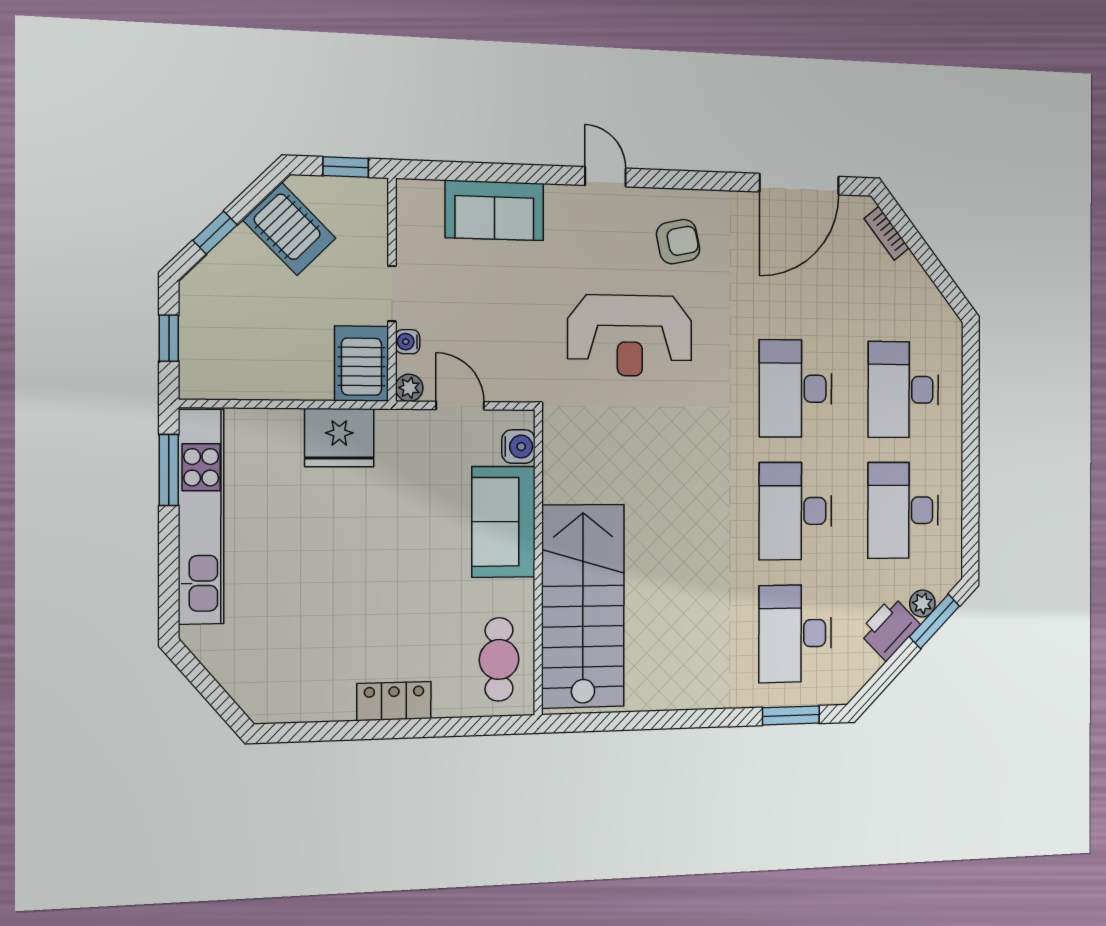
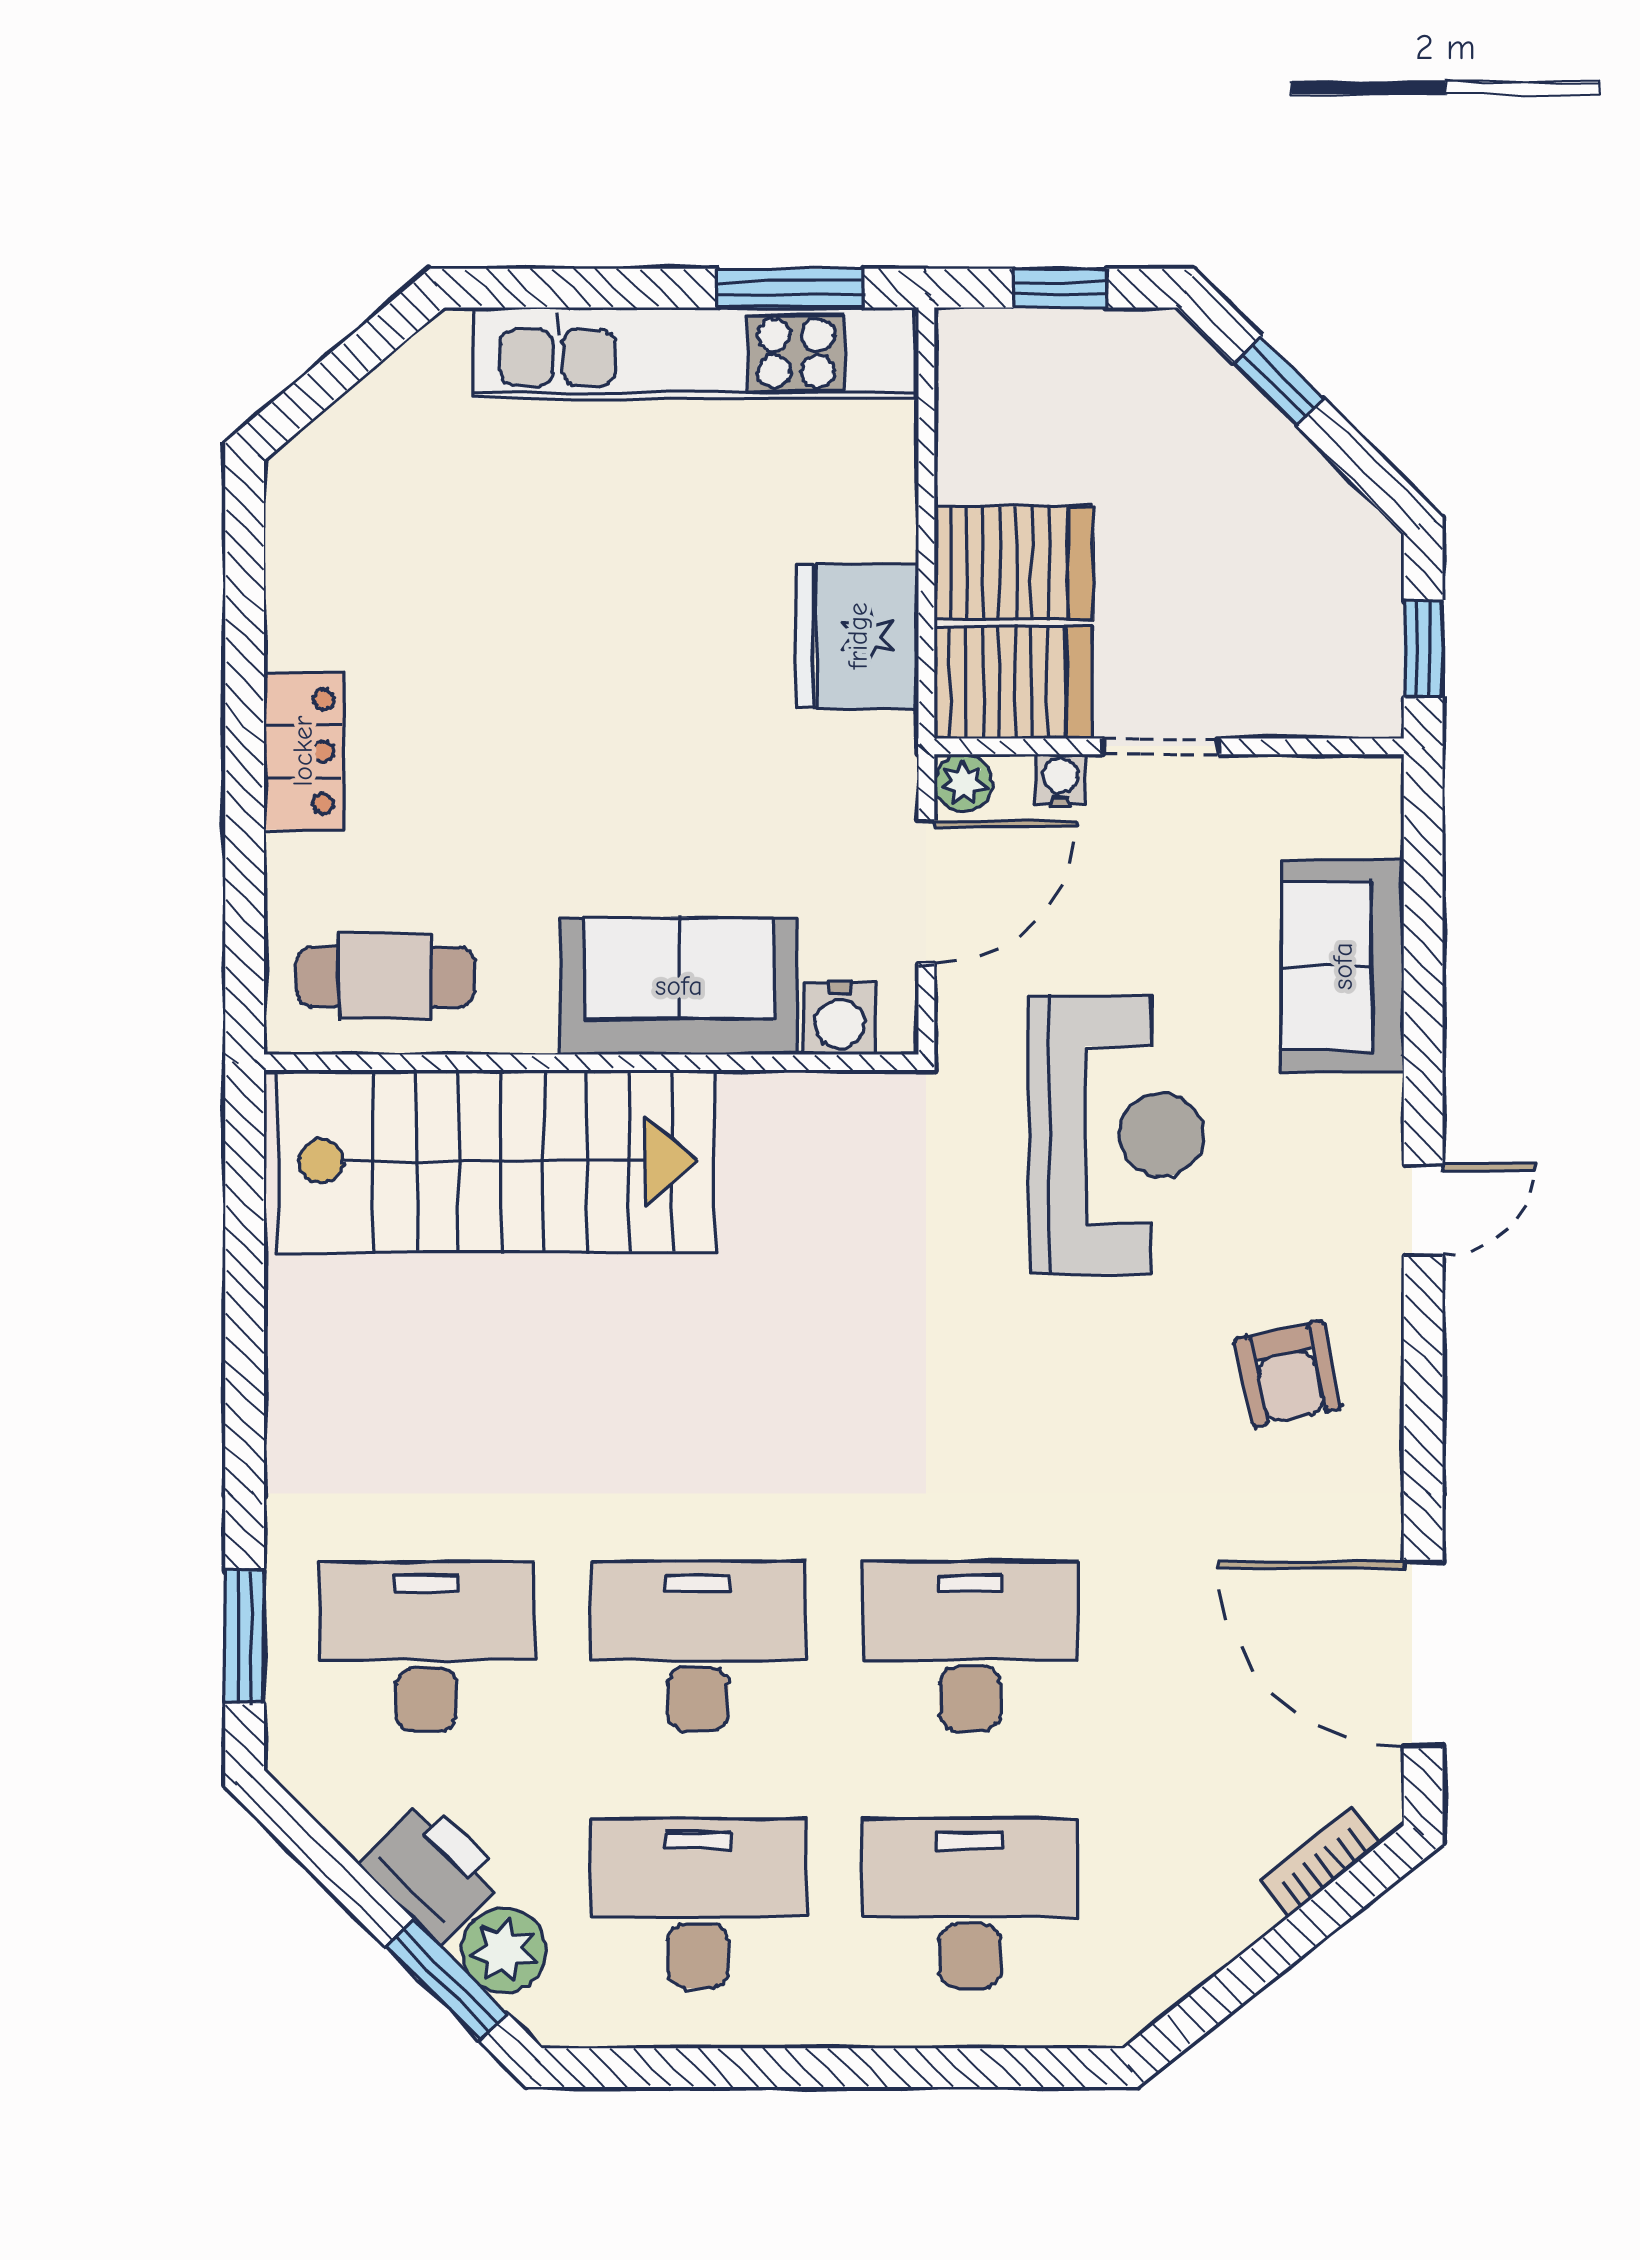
server rack: (289, 229) -> (1014, 563), moved, turned -135
reception desk: (630, 336) -> (1116, 1135), moved, turned 180
door: (460, 406) -> (926, 892), width x1.38
plant: (922, 603) -> (504, 1950), width x1.38, depth x1.38

